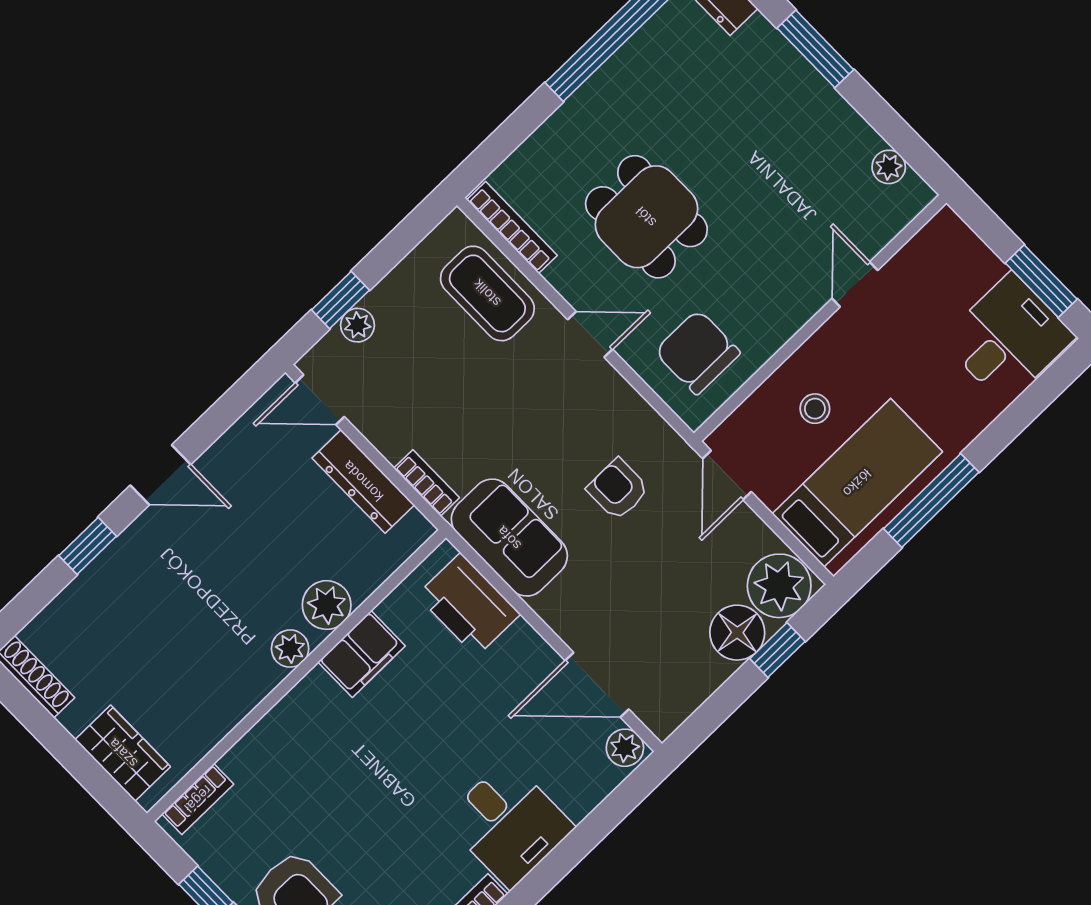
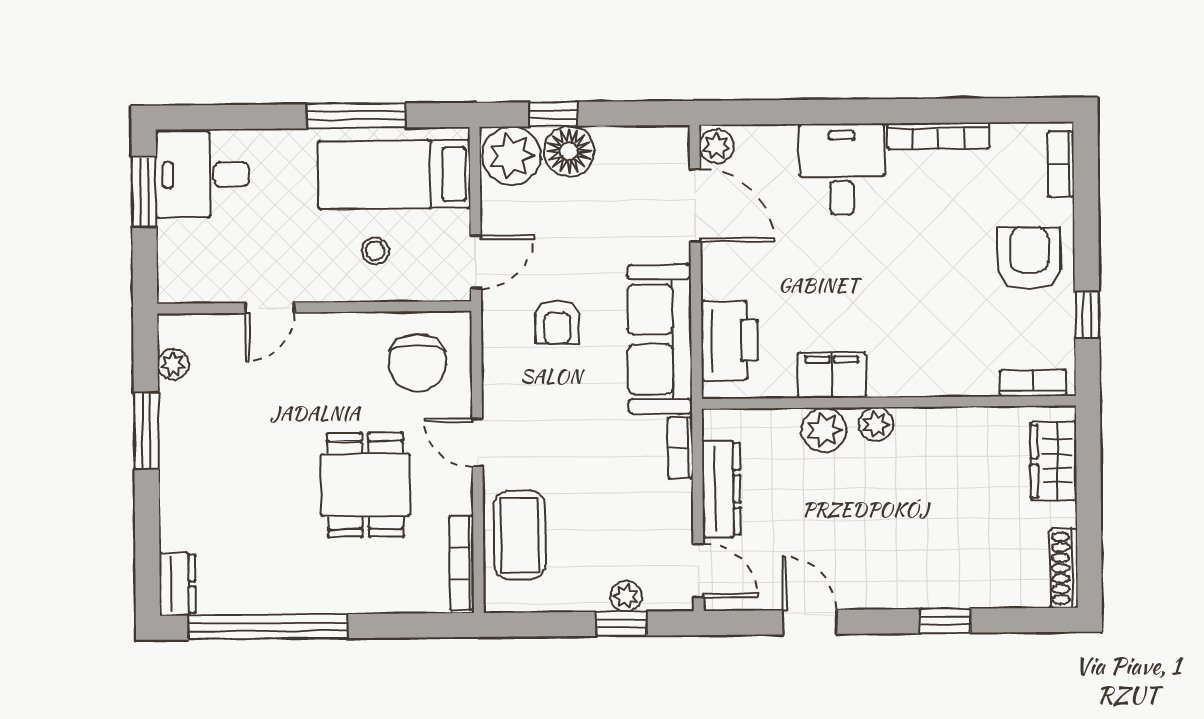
window: (815, 49) -> (146, 431), moved
door: (161, 475) -> (810, 622), moved
sofa: (509, 538) -> (660, 339), width x1.36

